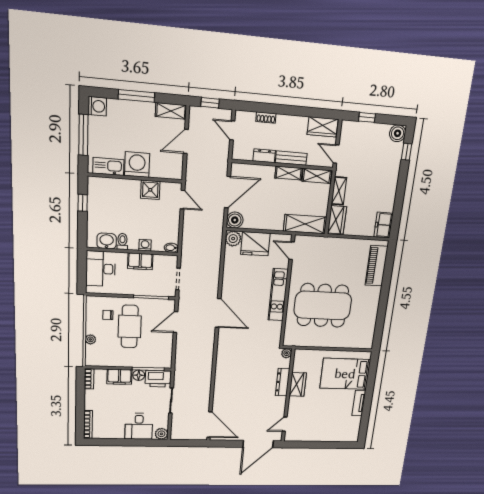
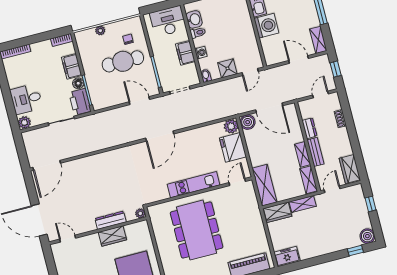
shower: (150, 190) -> (227, 68), moved

